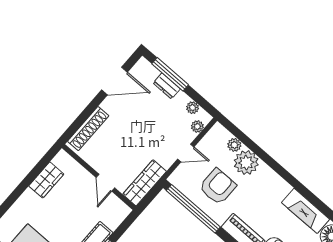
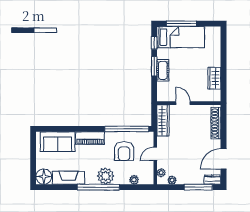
dresser: (167, 86) -> (212, 180), moved
plant: (246, 163) -> (106, 176), moved
window: (282, 172) -> (98, 187), added

